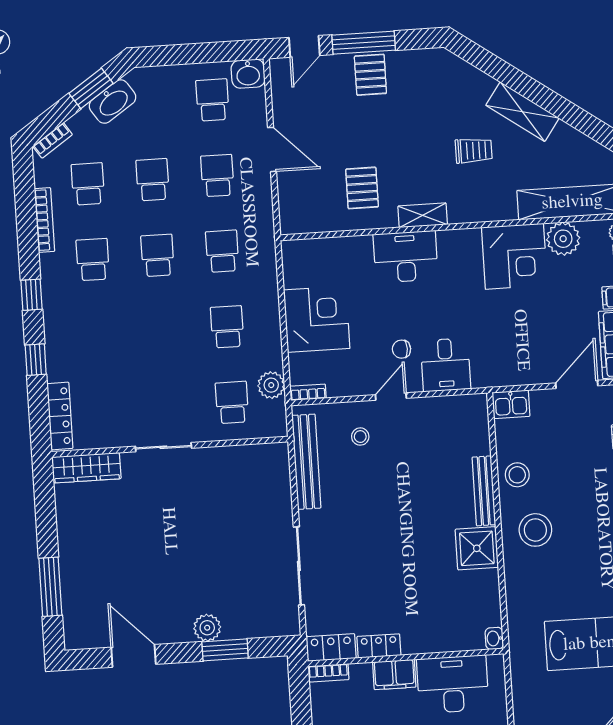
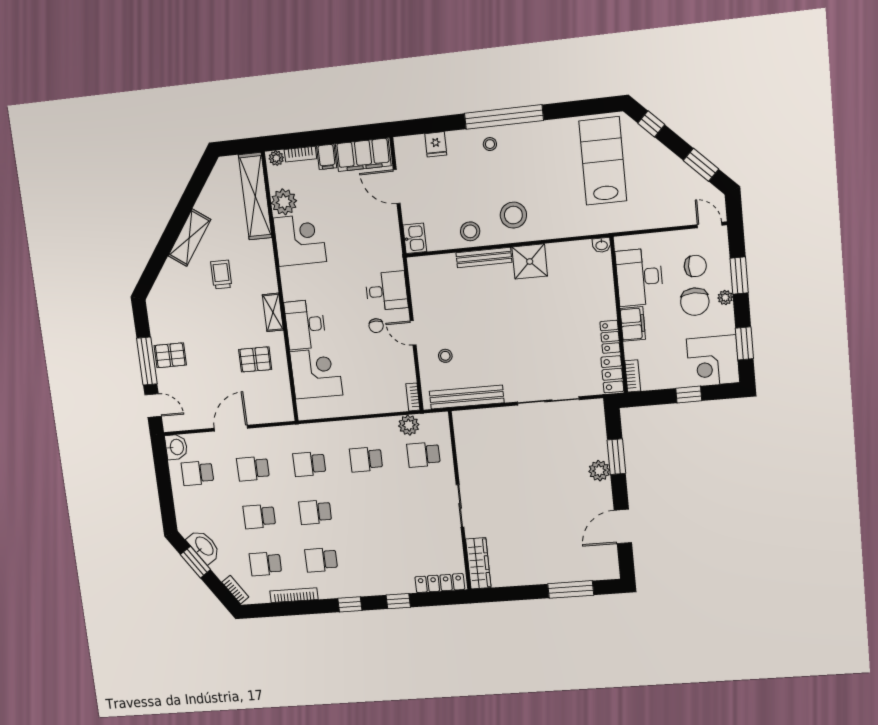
corner desk: (317, 319) -> (316, 373), moved, turned 90

